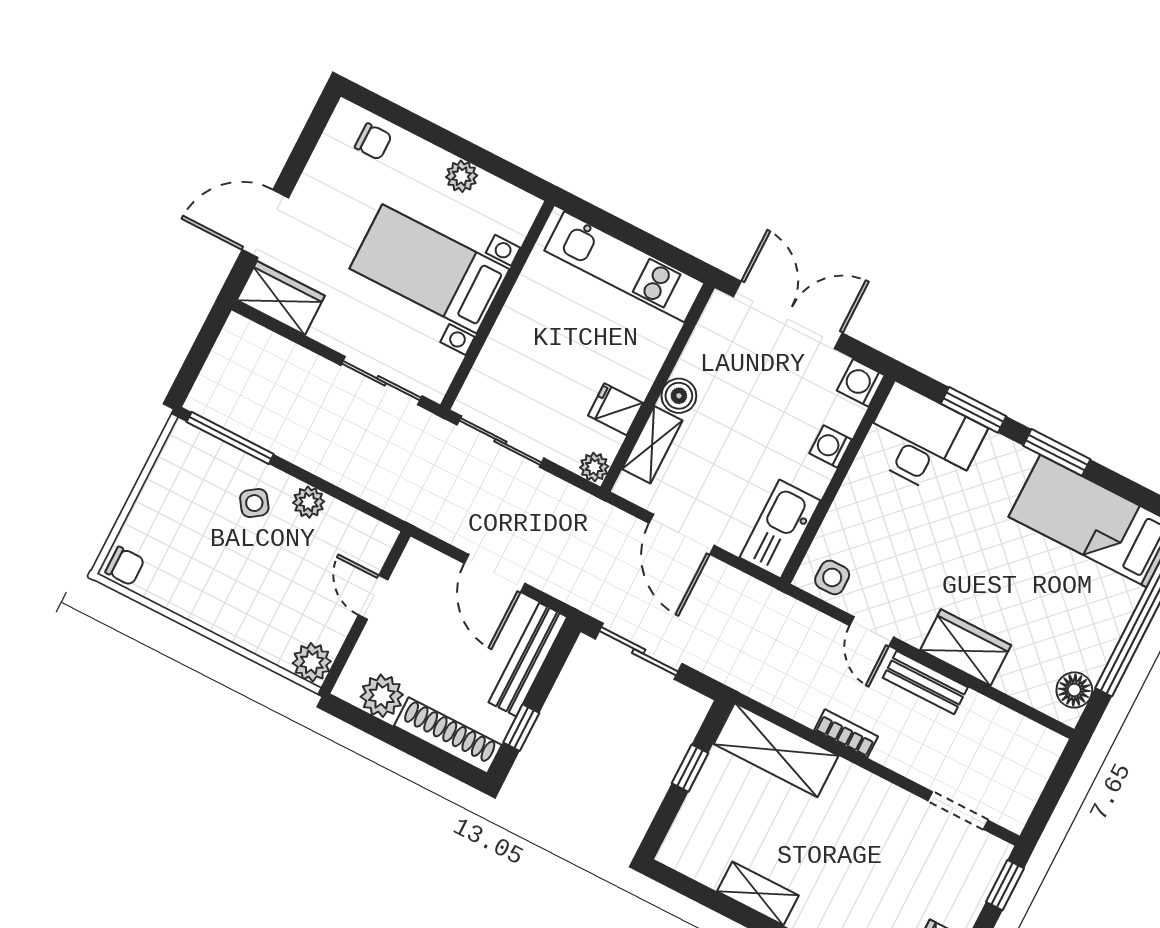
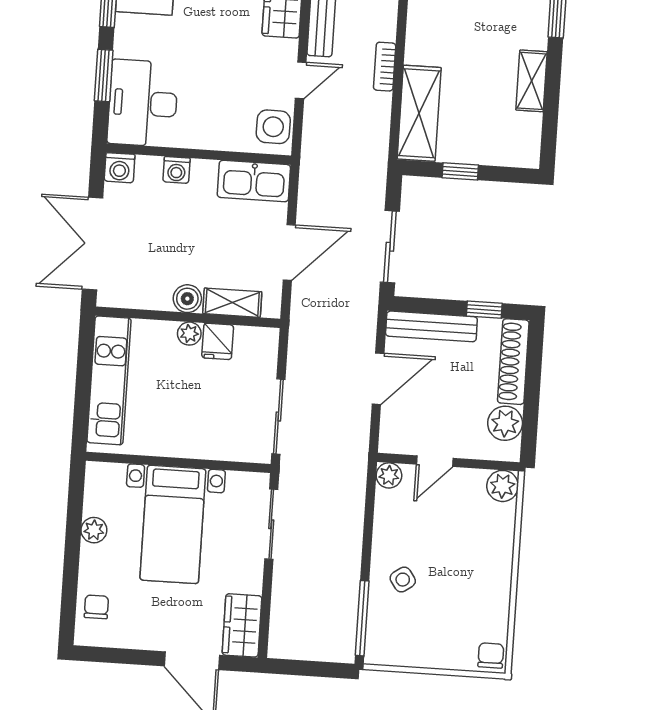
plant: (594, 467) -> (189, 334), moved
plant: (309, 502) -> (389, 475), moved
side table: (832, 577) -> (273, 127), width x1.37, depth x1.37

